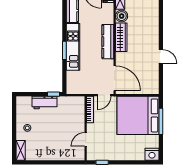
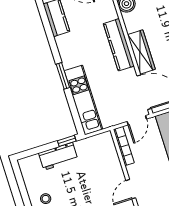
wardrobe: (121, 37) -> (141, 52), moved
kitchen unit: (73, 47) -> (84, 100), moved

